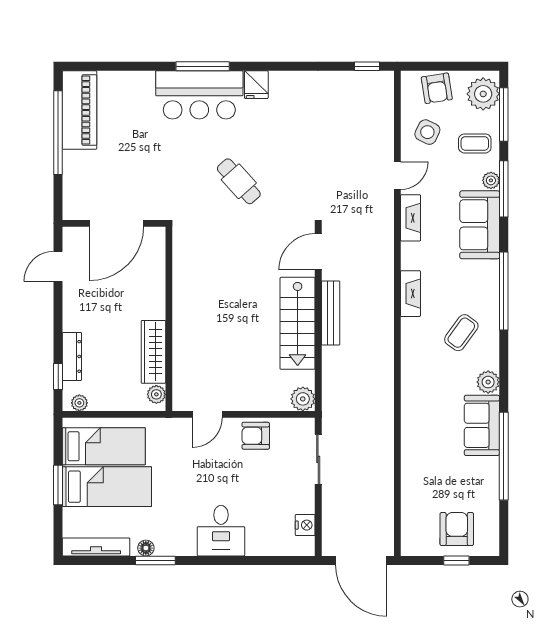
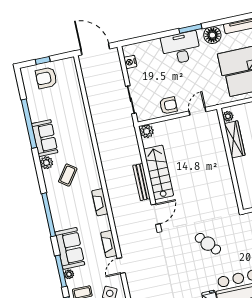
coffee table: (461, 333) -> (68, 175), moved
armchair: (457, 529) -> (46, 78), turned 90
desk: (221, 531) -> (181, 48), width x1.37
floor lamp: (146, 548) -> (212, 35), width x1.89, depth x1.89
window: (155, 560) -> (190, 29), moved

